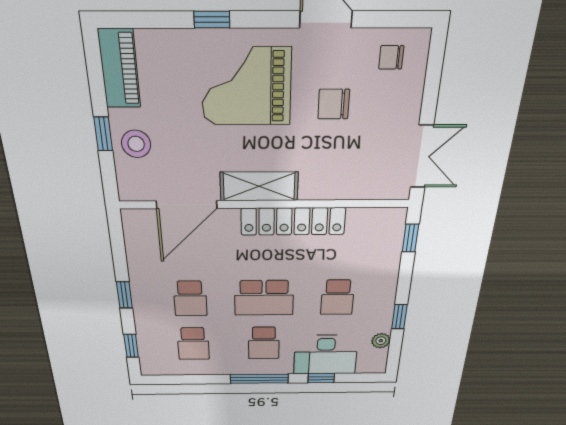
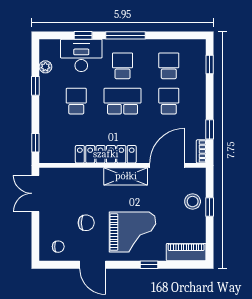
piano: (119, 69) -> (186, 252), moved, turned 90
bookcase: (130, 227) -> (201, 151), added
window: (124, 295) -> (210, 129), moved

